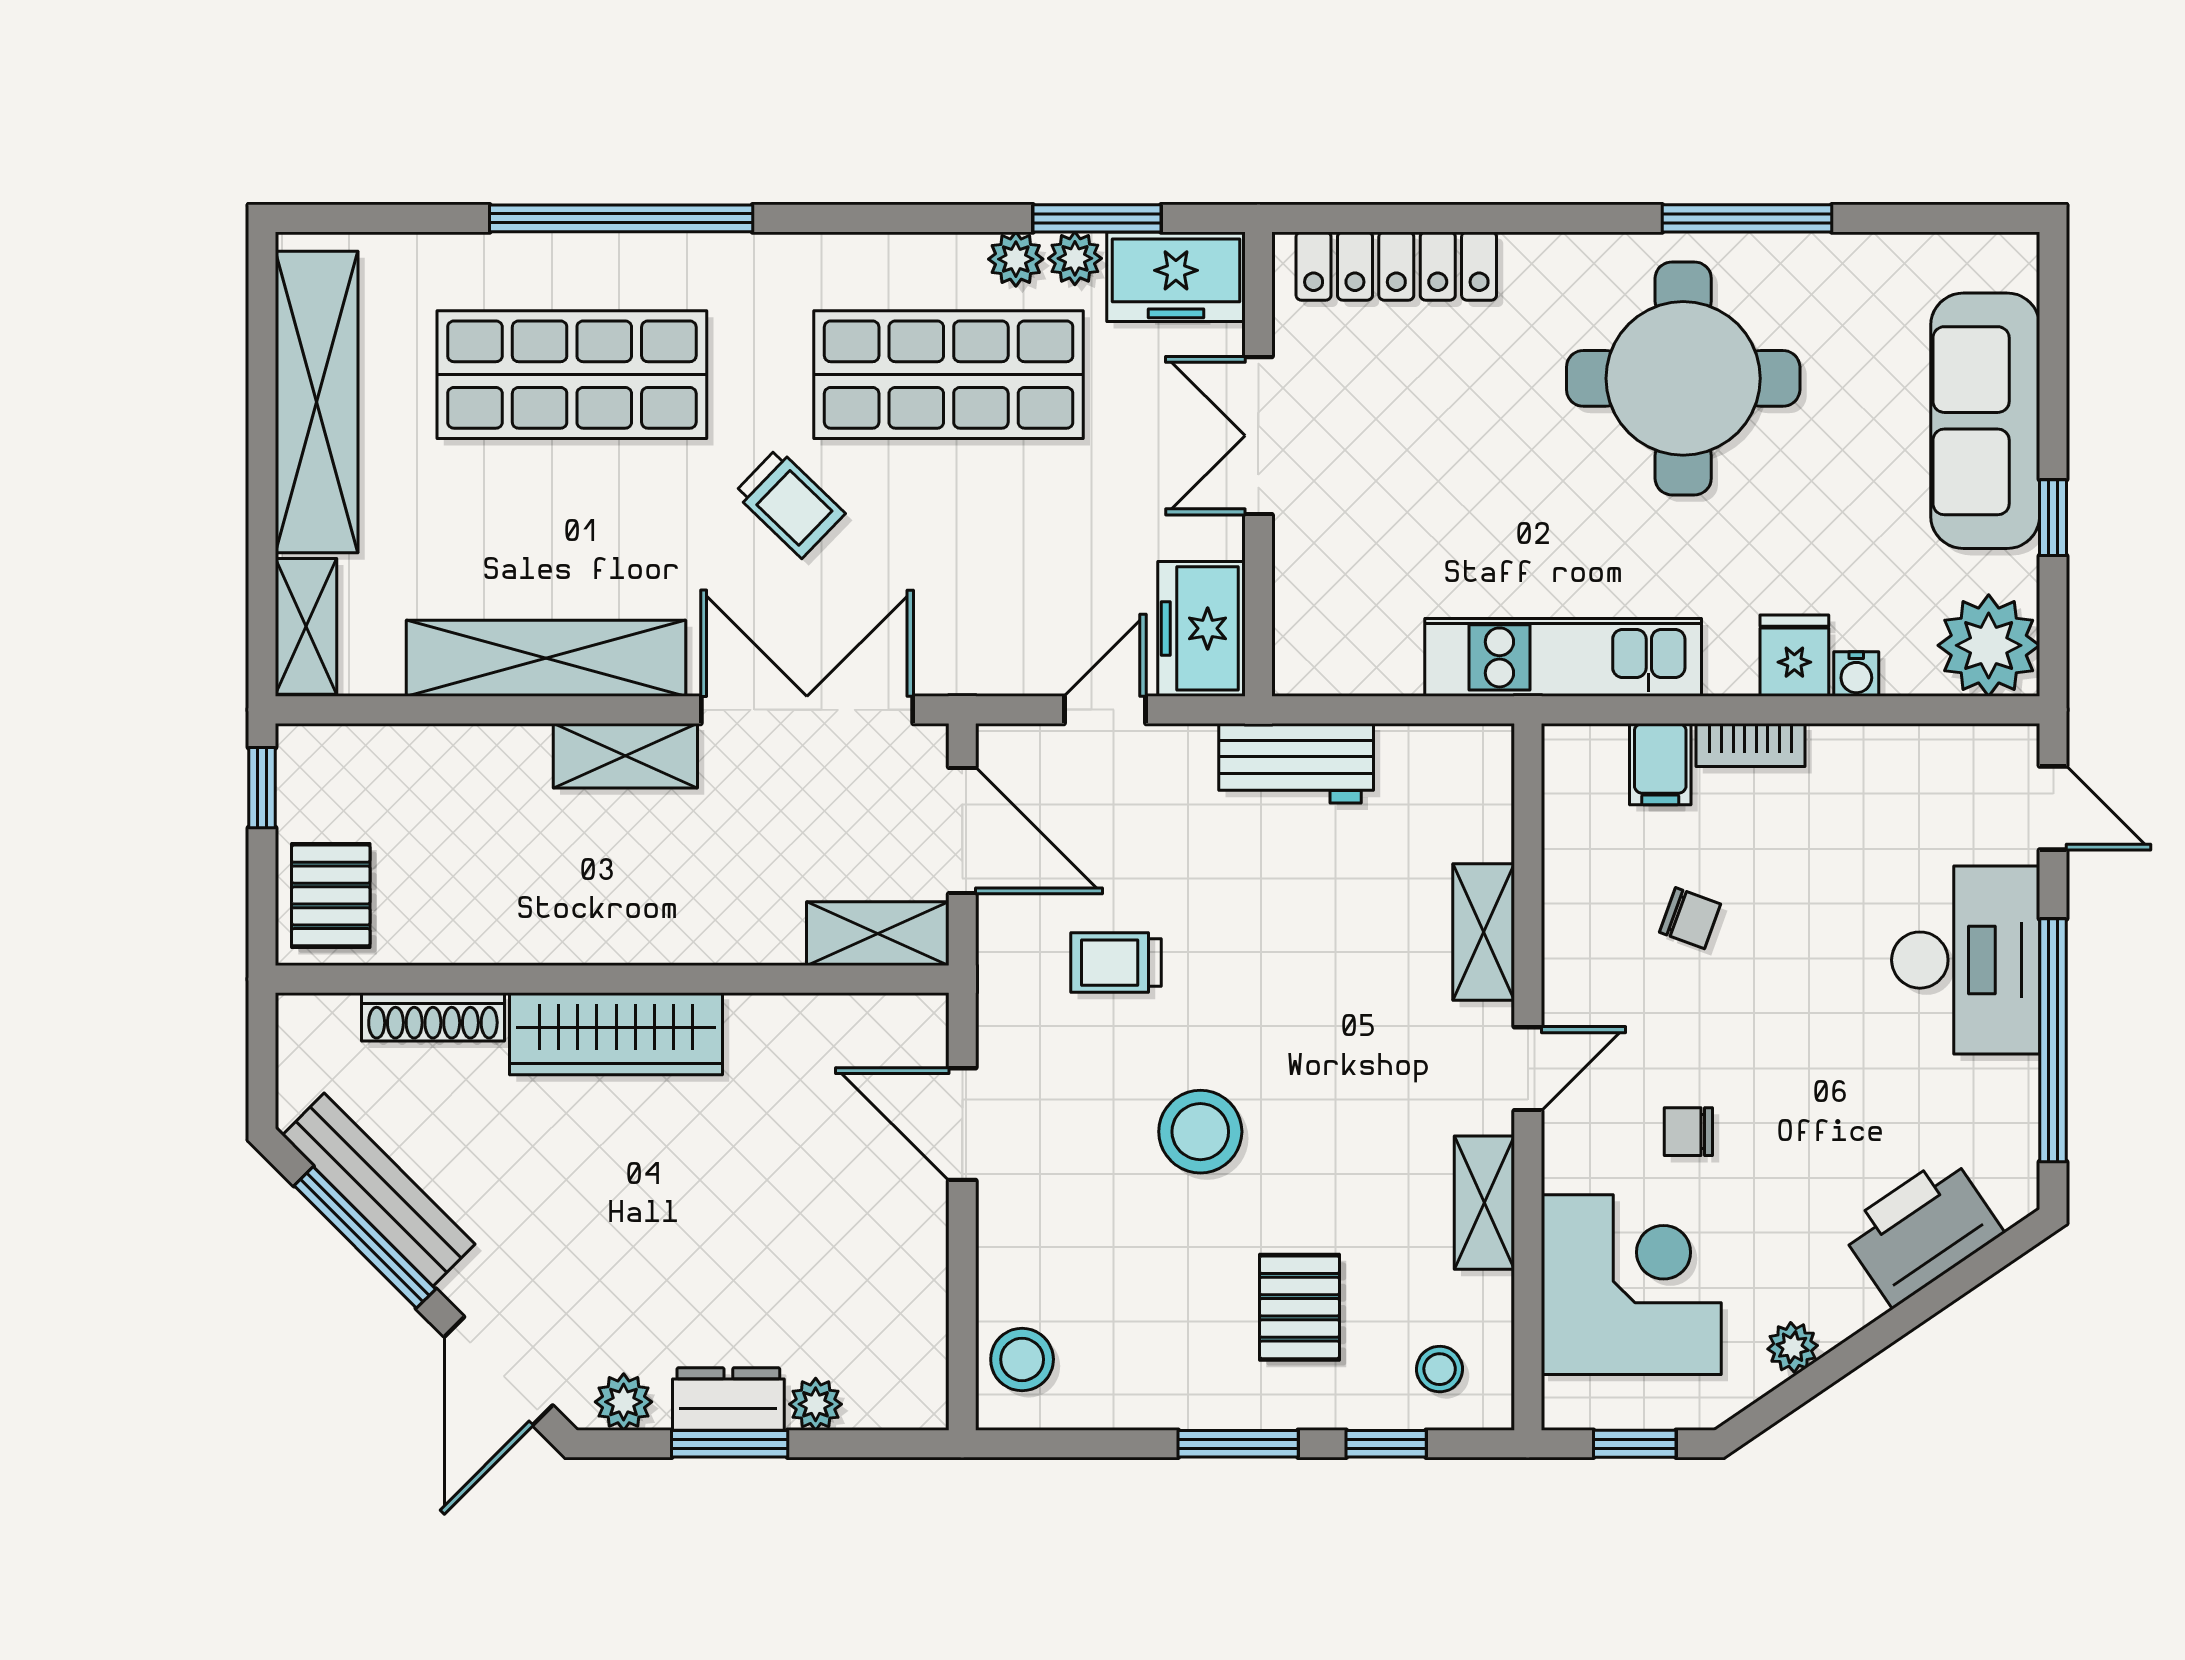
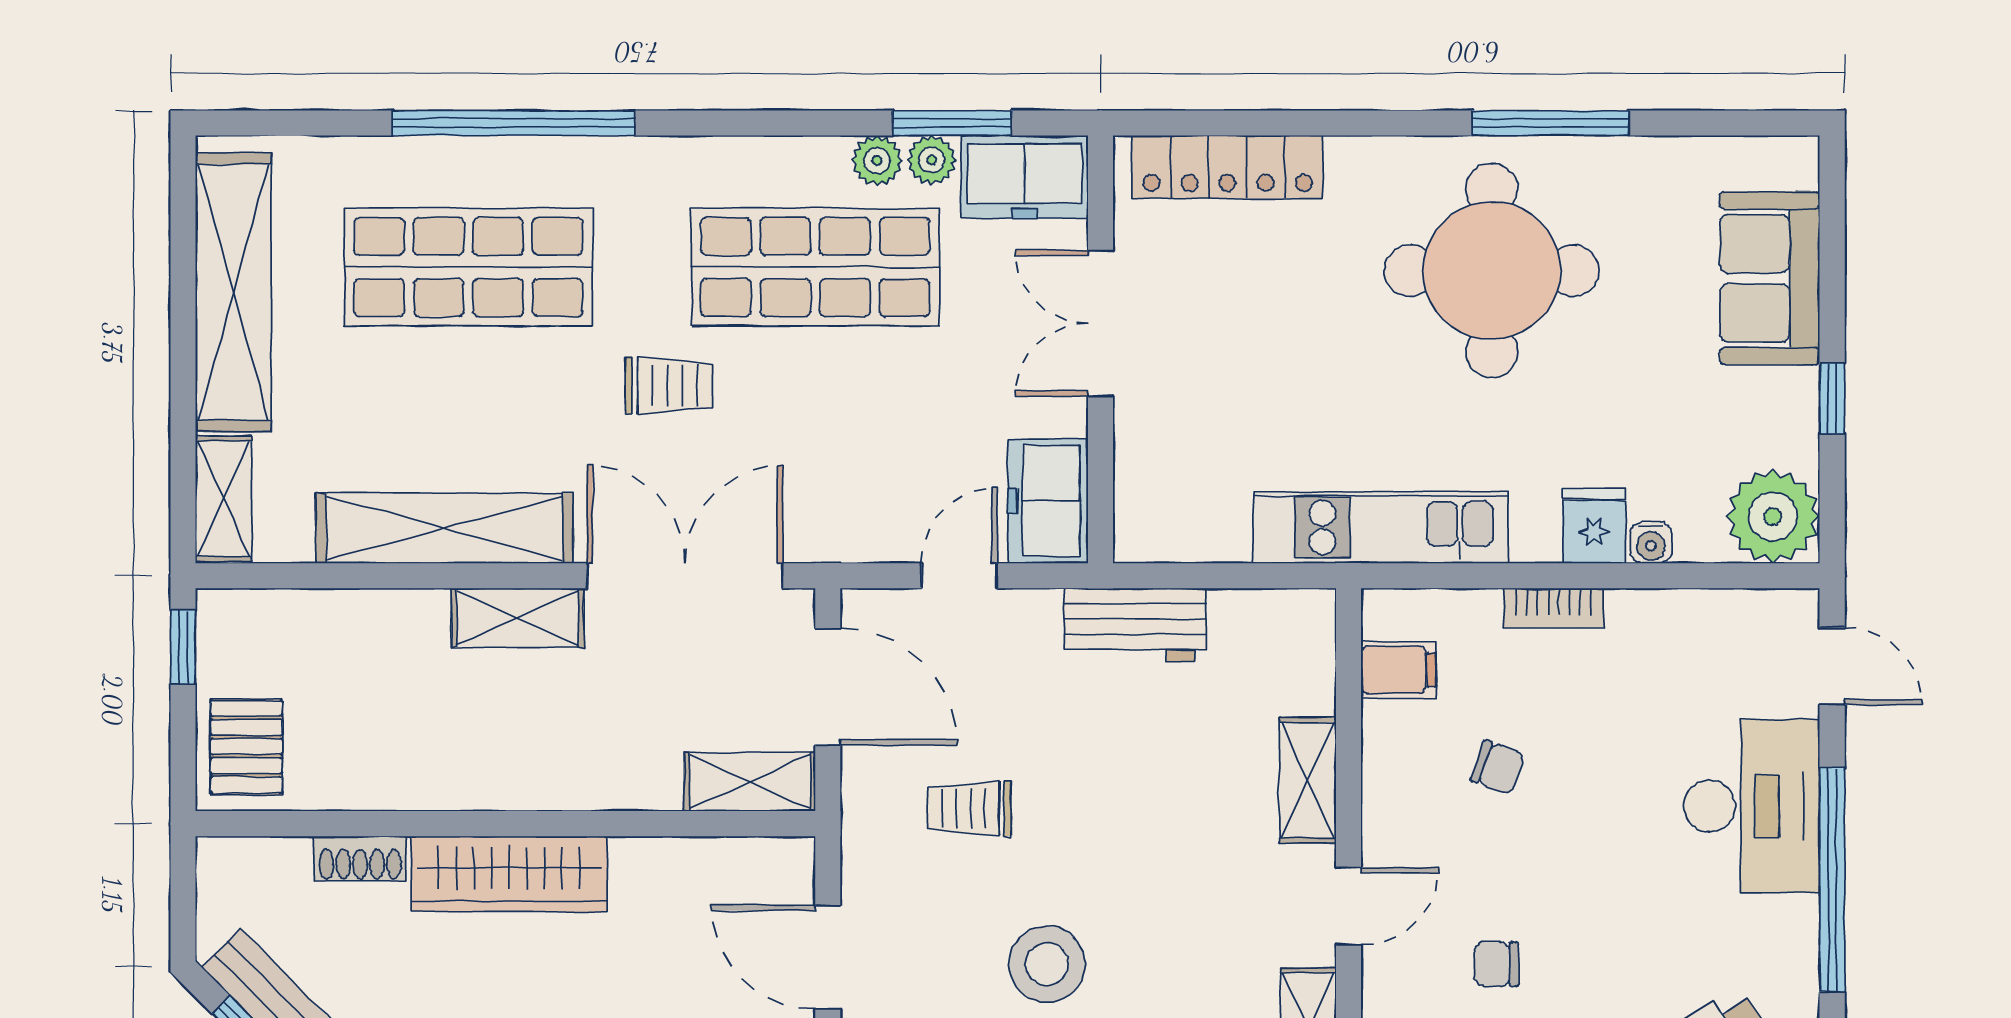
sofa: (1985, 421) -> (1770, 278), width x0.73
trolley: (790, 503) -> (669, 385), turned -44
filing cabinet: (1660, 764) -> (1398, 670), moved, turned -90
shoe rack: (433, 1017) -> (360, 858), width x0.70

